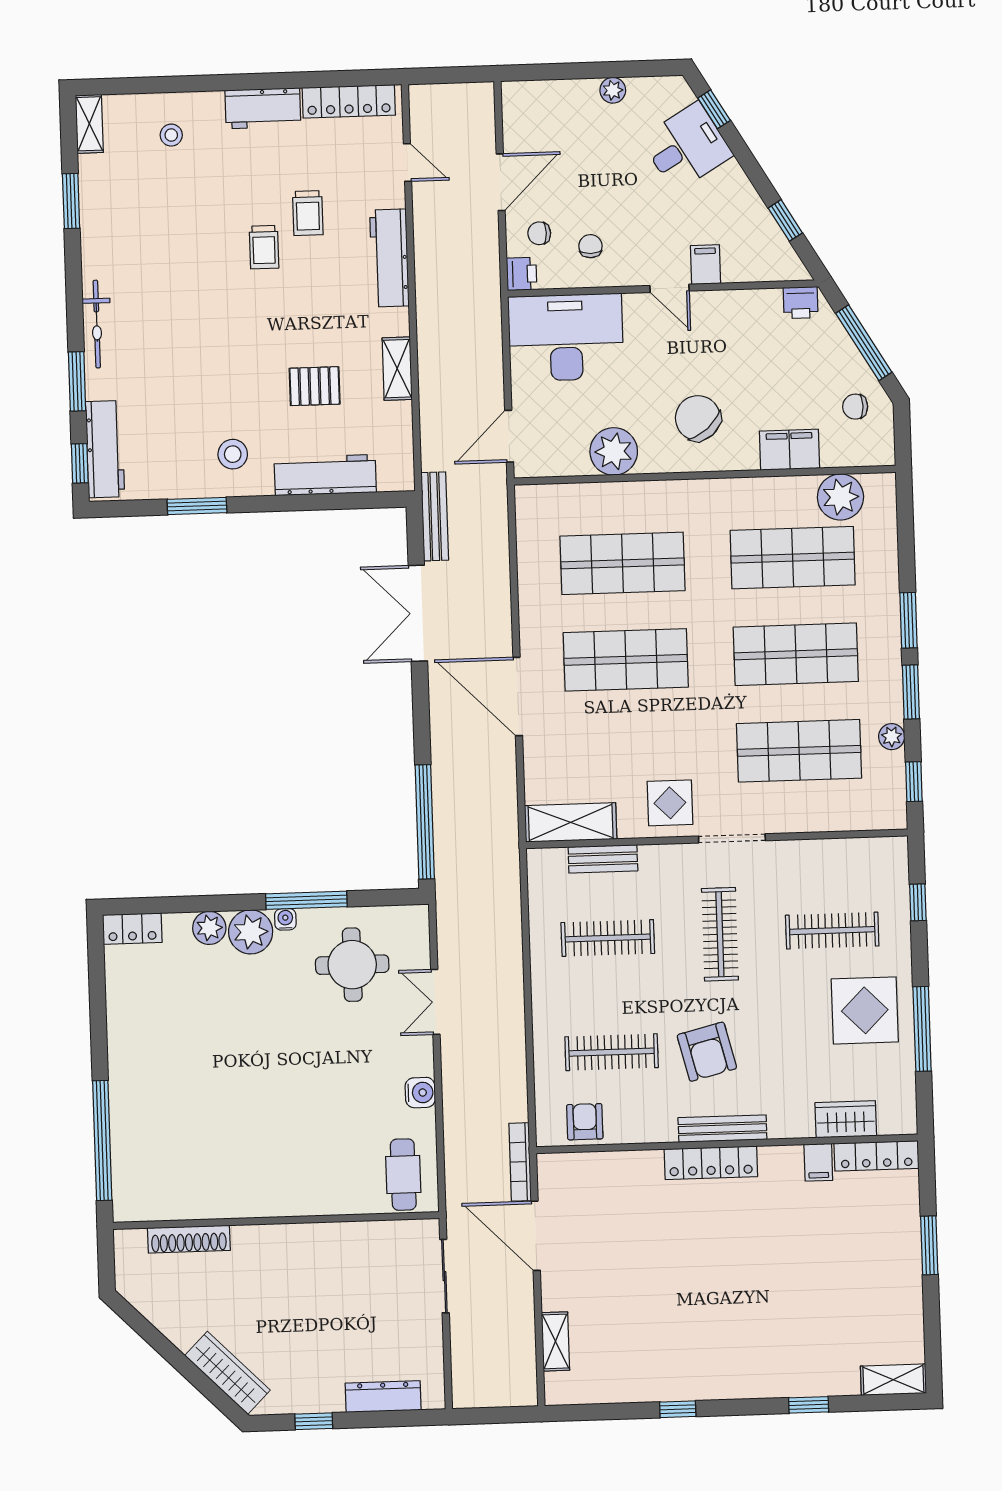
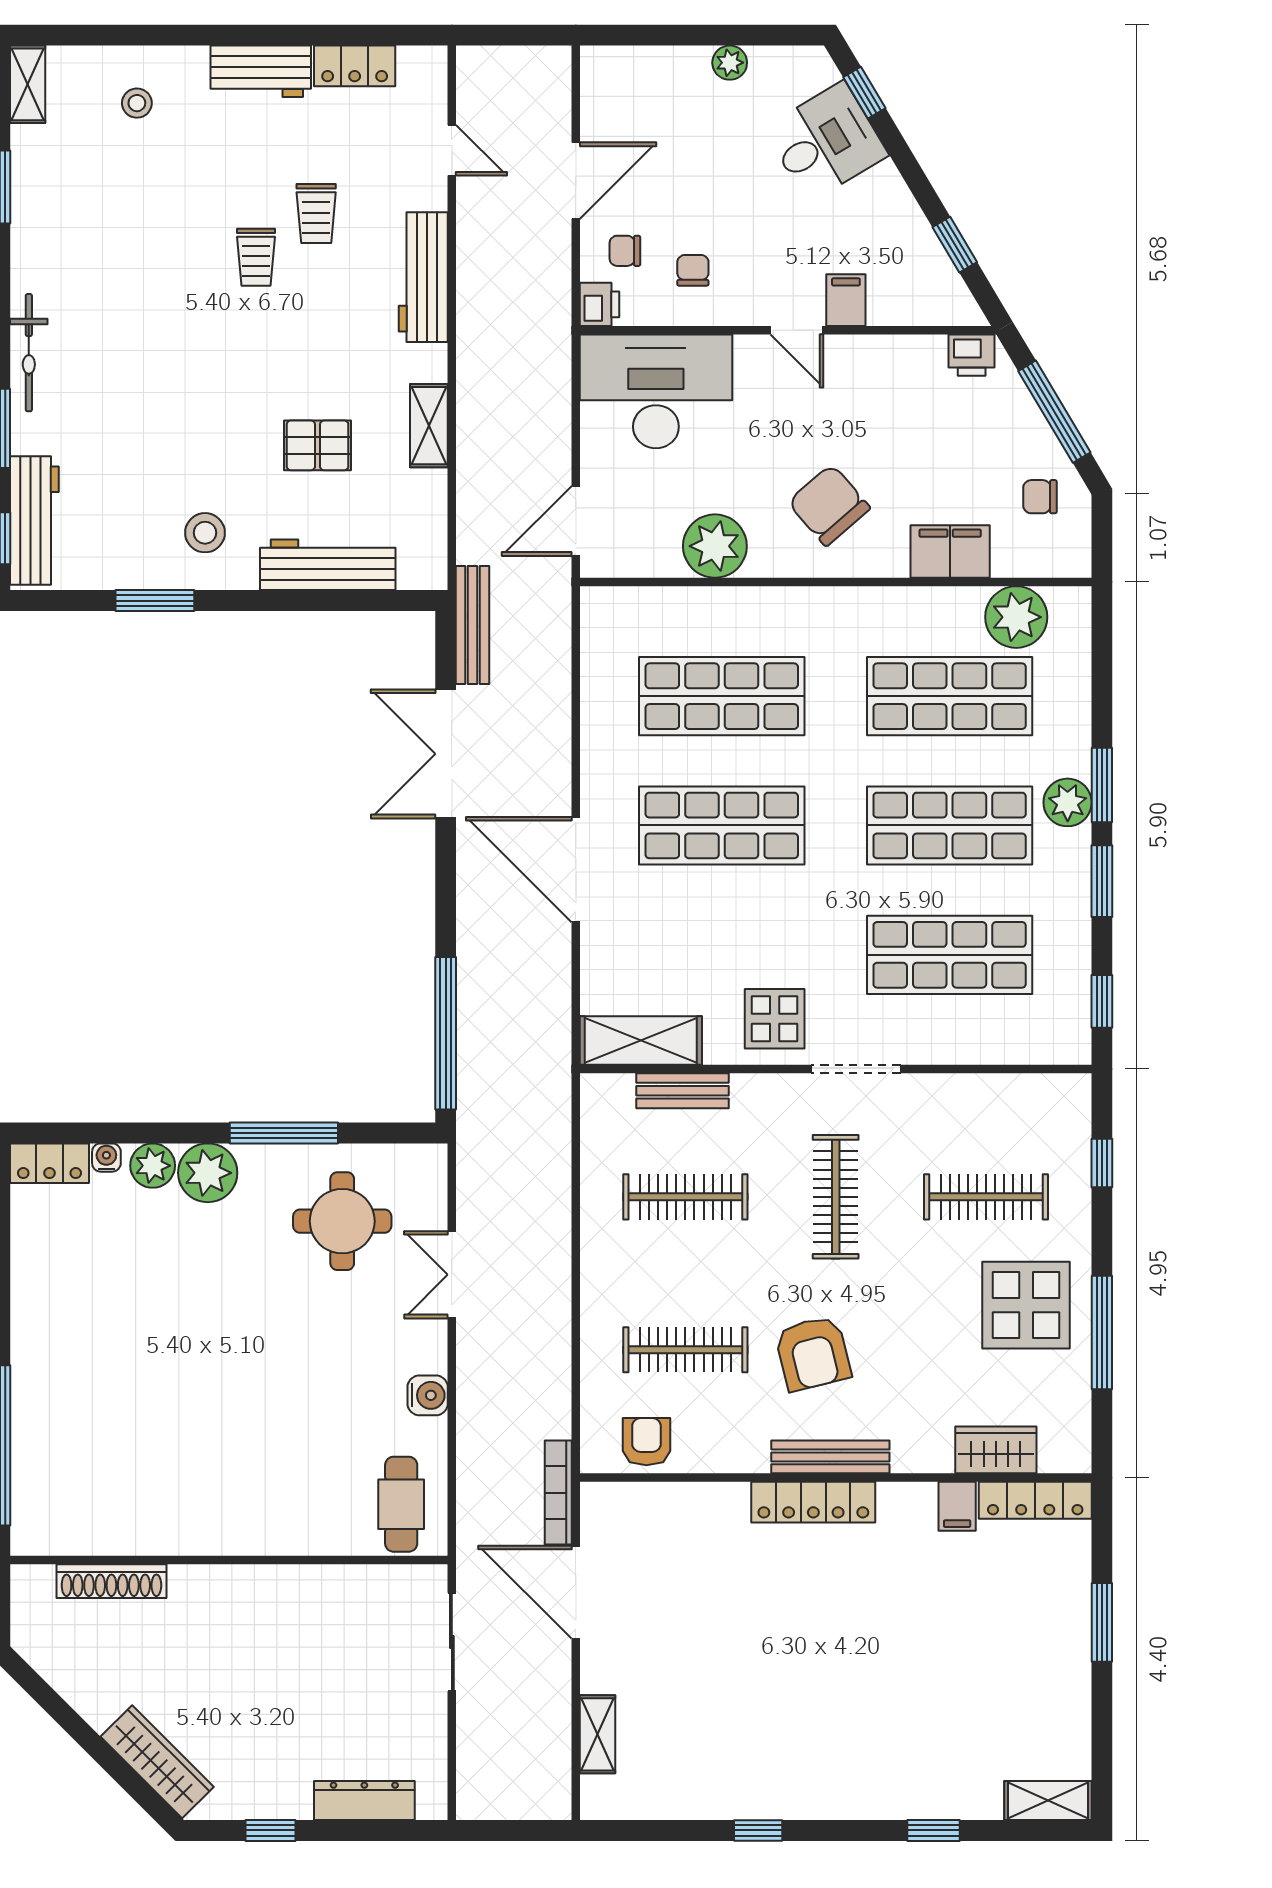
locker: (349, 101) -> (355, 66), width x0.66
plant: (892, 737) -> (1068, 802), moved, width x1.38, depth x1.38
water cooler: (285, 919) -> (106, 1158), moved

